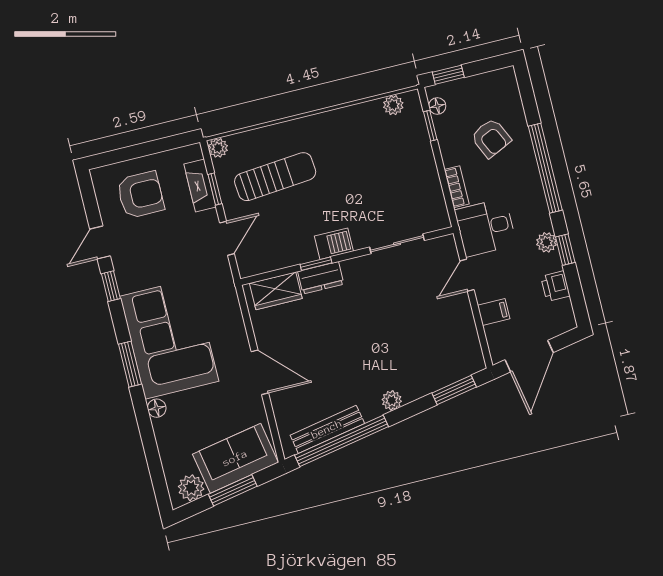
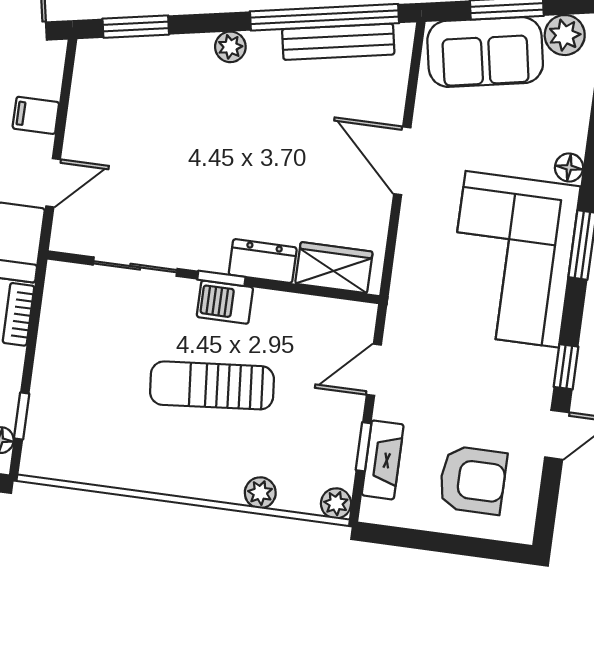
plant: (393, 105) -> (260, 493), moved
sun lounger: (275, 177) -> (212, 385), moved
armchair: (140, 195) -> (473, 480), turned 180
window: (316, 264) -> (221, 278), moved

